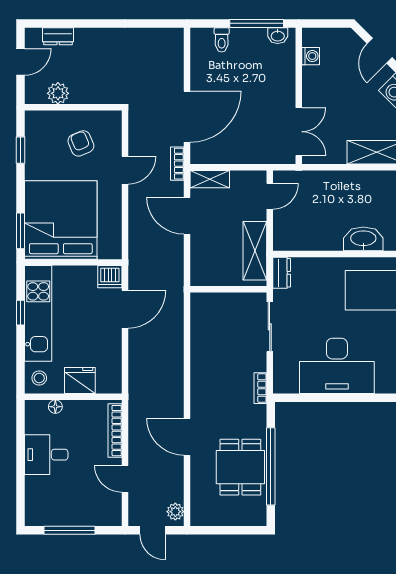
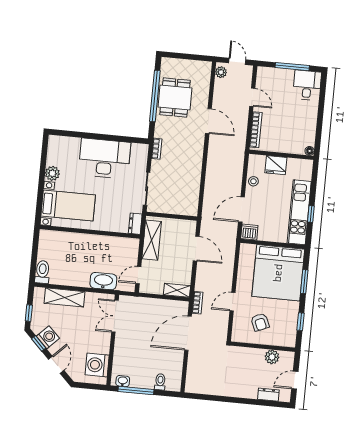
washing machine: (311, 56) -> (97, 365), width x1.89, depth x1.89
door: (187, 216) -> (196, 249), moved
window: (21, 231) -> (304, 282), moved
washbasin: (363, 239) -> (103, 281), moved, turned 180
stool: (39, 378) -> (253, 181), moved
floor lamp: (55, 407) -> (310, 151), moved
desk: (46, 455) -> (307, 85), moved, turned -90

